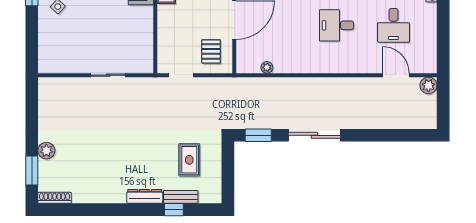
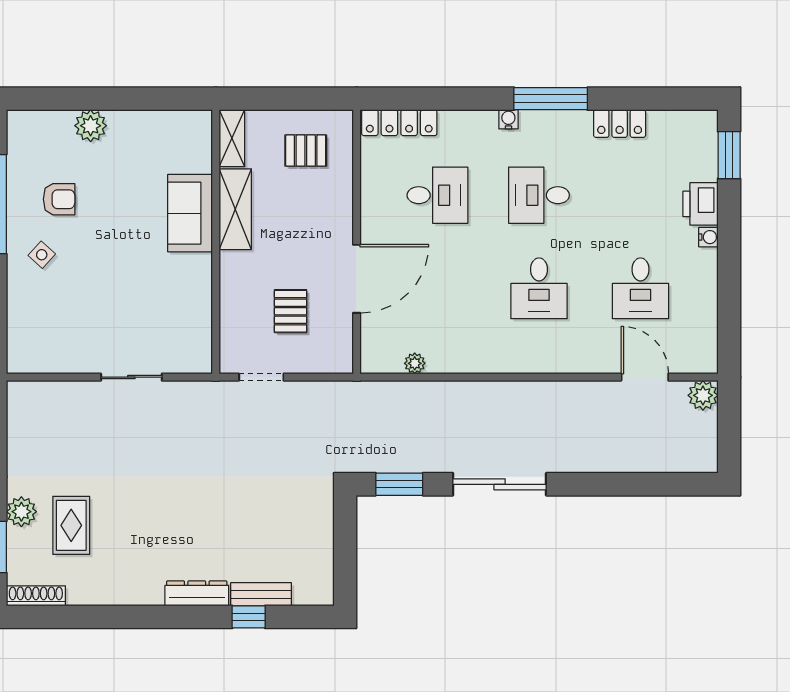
desk: (337, 25) -> (539, 288), turned -90
pallet: (211, 51) -> (291, 311), moved
rug: (189, 160) -> (71, 525), moved

